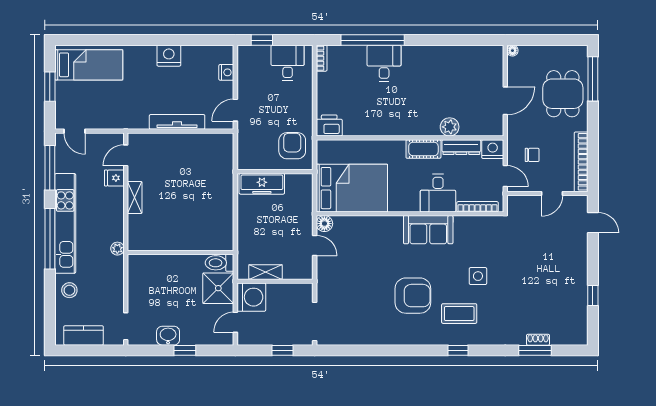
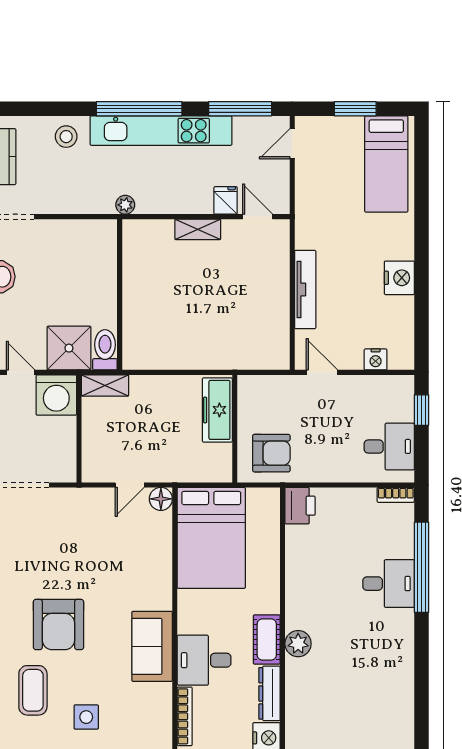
plant: (450, 127) -> (298, 644), moved
shelving: (266, 272) -> (105, 385), moved, turned 90

